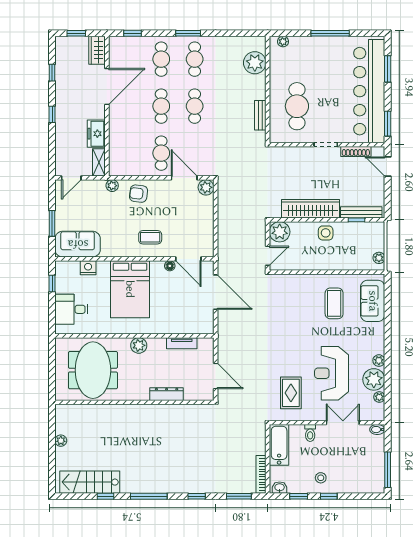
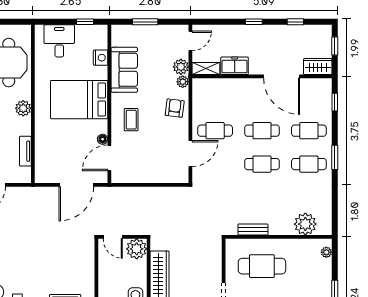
door: (71, 178) -> (190, 41), swing flipped
plant: (206, 187) -> (181, 67), moved
sofa: (78, 244) -> (124, 70), moved

